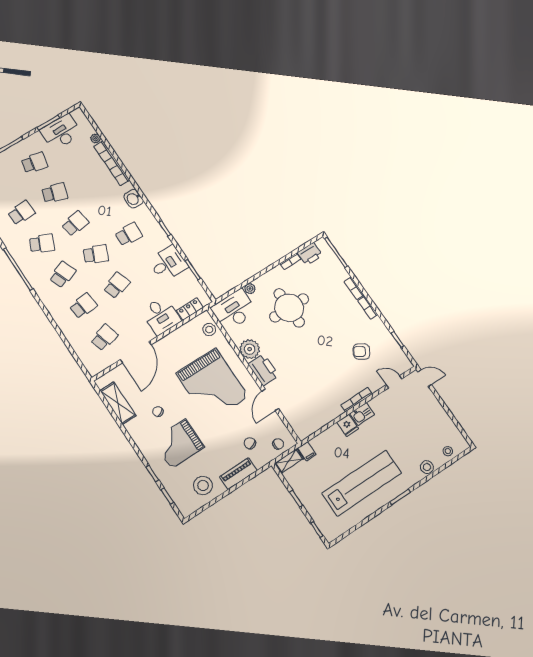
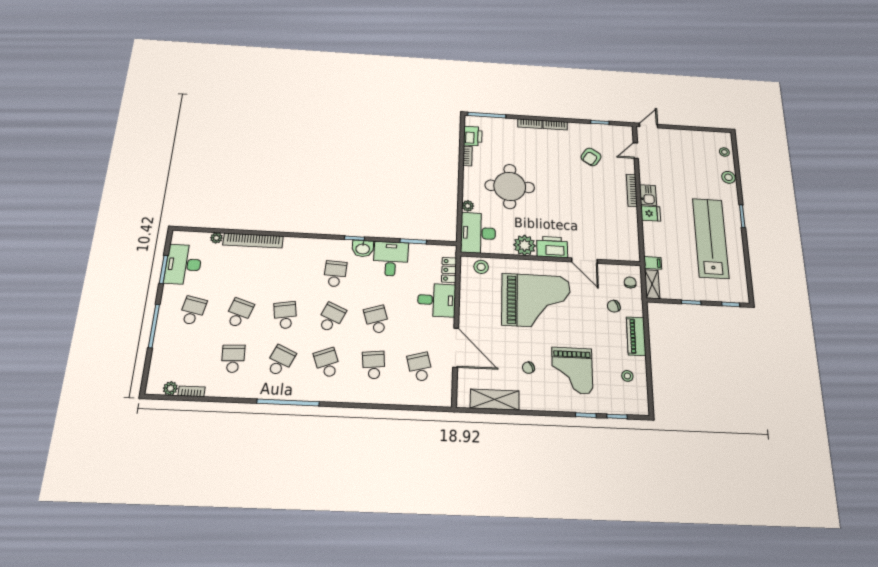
washbasin: (134, 199) -> (363, 249), moved
stool: (203, 485) -> (627, 376), width x0.53, depth x0.53

